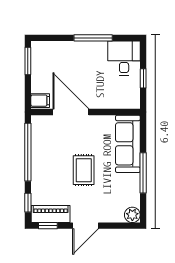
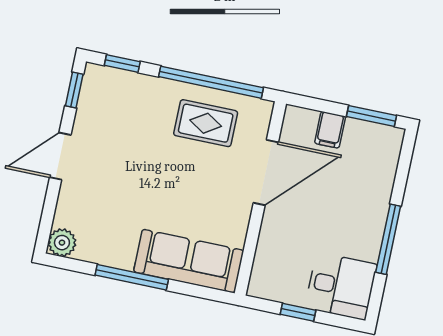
filing cabinet: (40, 101) -> (330, 130), moved
rug: (84, 170) -> (206, 123), moved
piano: (51, 214) -> (94, 99), removed
door: (85, 226) -> (60, 156), hinge flipped

